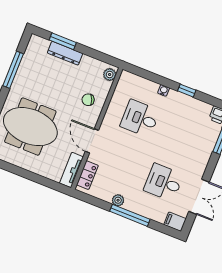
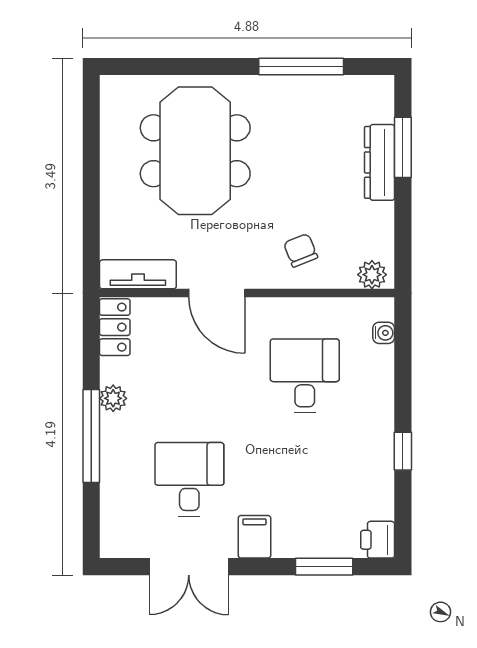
water cooler: (164, 90) -> (384, 333), moved
door: (92, 141) -> (217, 293), swing flipped
locker: (87, 175) -> (115, 327), moved, turned -90
filing cabinet: (175, 222) -> (254, 537), moved

